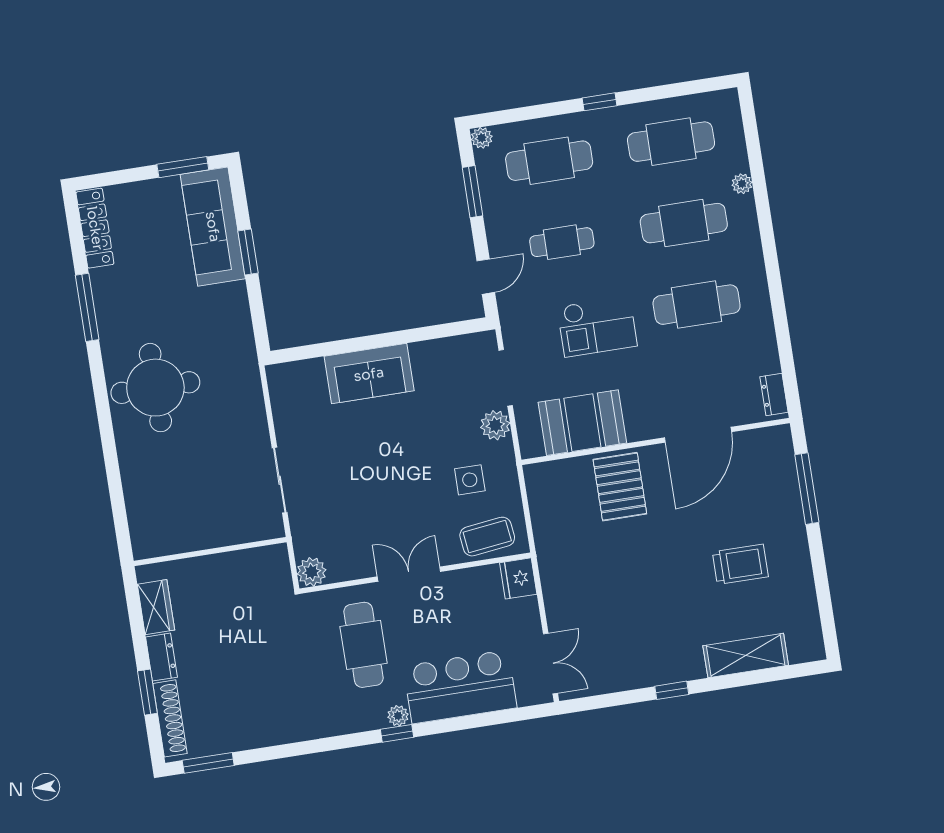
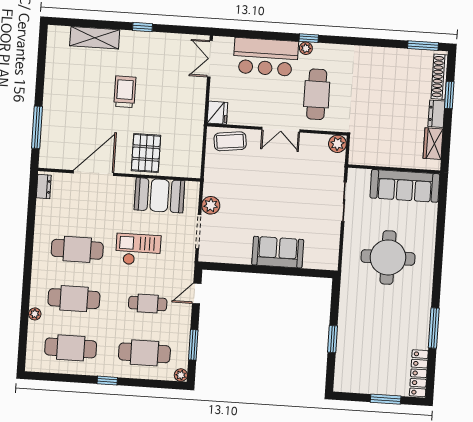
window: (183, 167) -> (386, 399), moved
sofa: (213, 227) -> (405, 186), moved, turned 90
round table: (155, 388) -> (388, 257), moved
side table: (470, 480) -> (233, 177), removed
trolley: (740, 564) -> (125, 92), moved, turned 90

